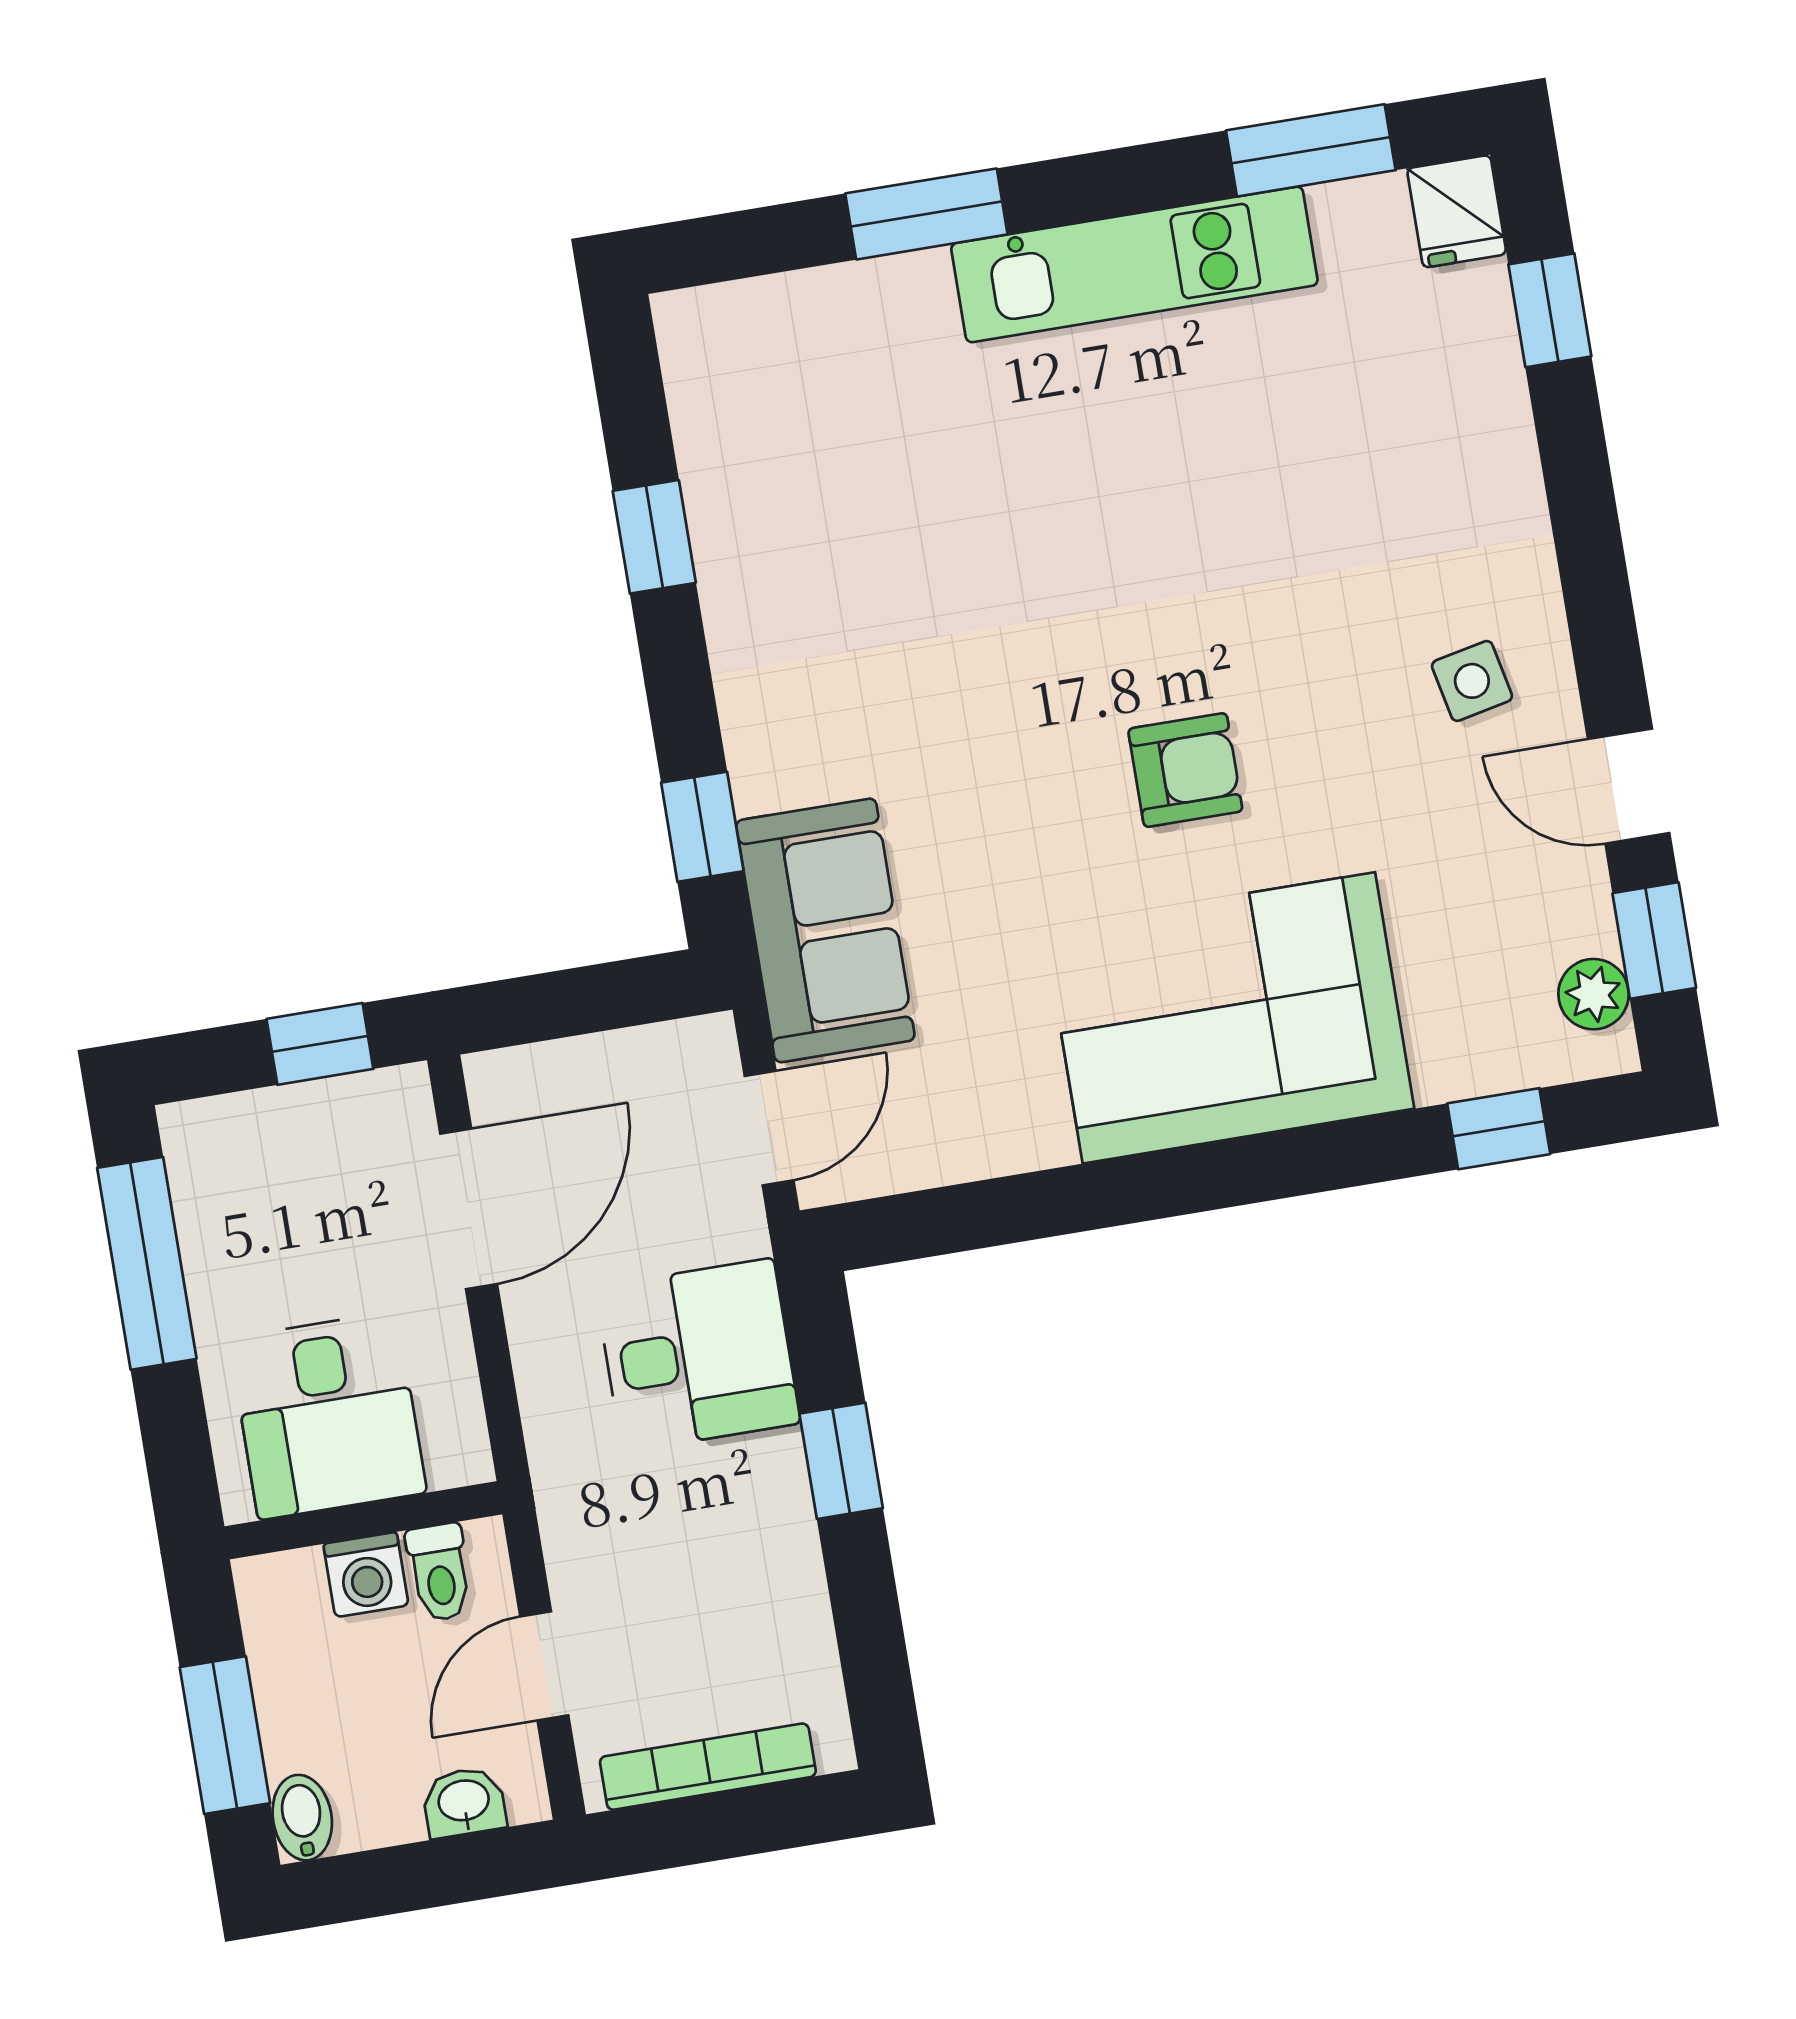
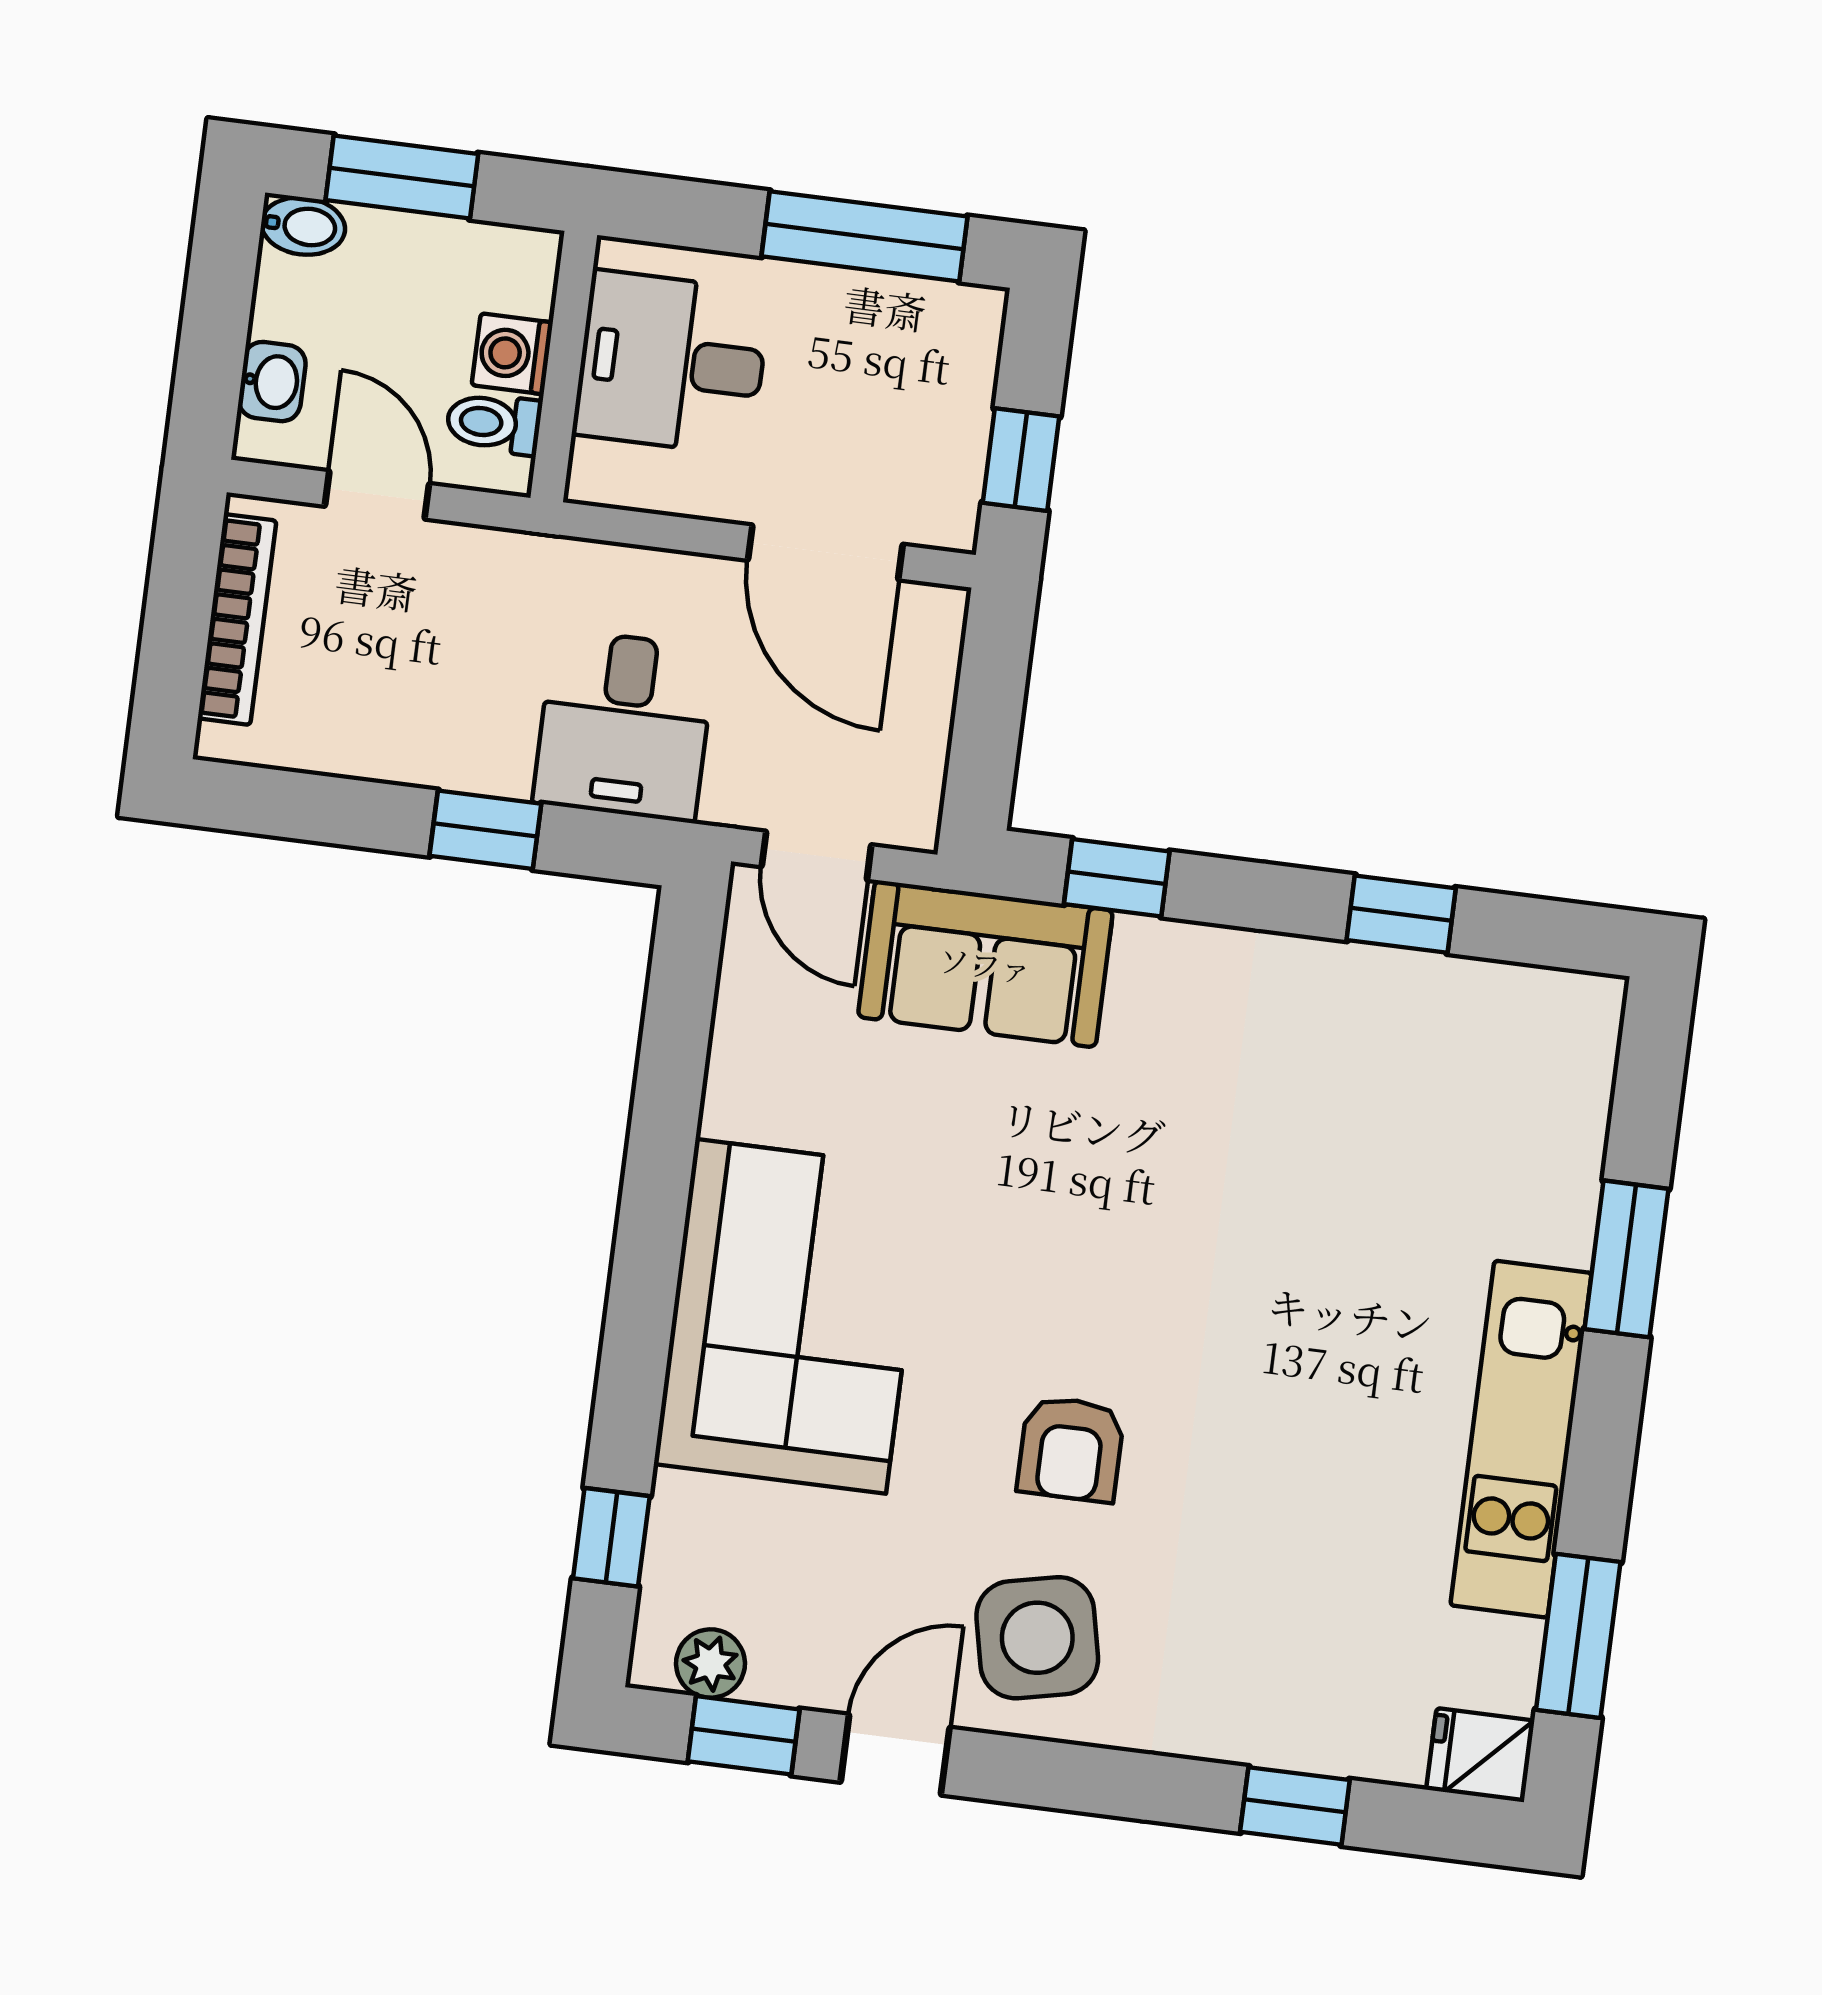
window: (1550, 310) -> (1295, 1806), moved
side table: (1472, 681) -> (1037, 1638), width x1.87, depth x1.87
armchair: (1185, 770) -> (1071, 1449), moved

